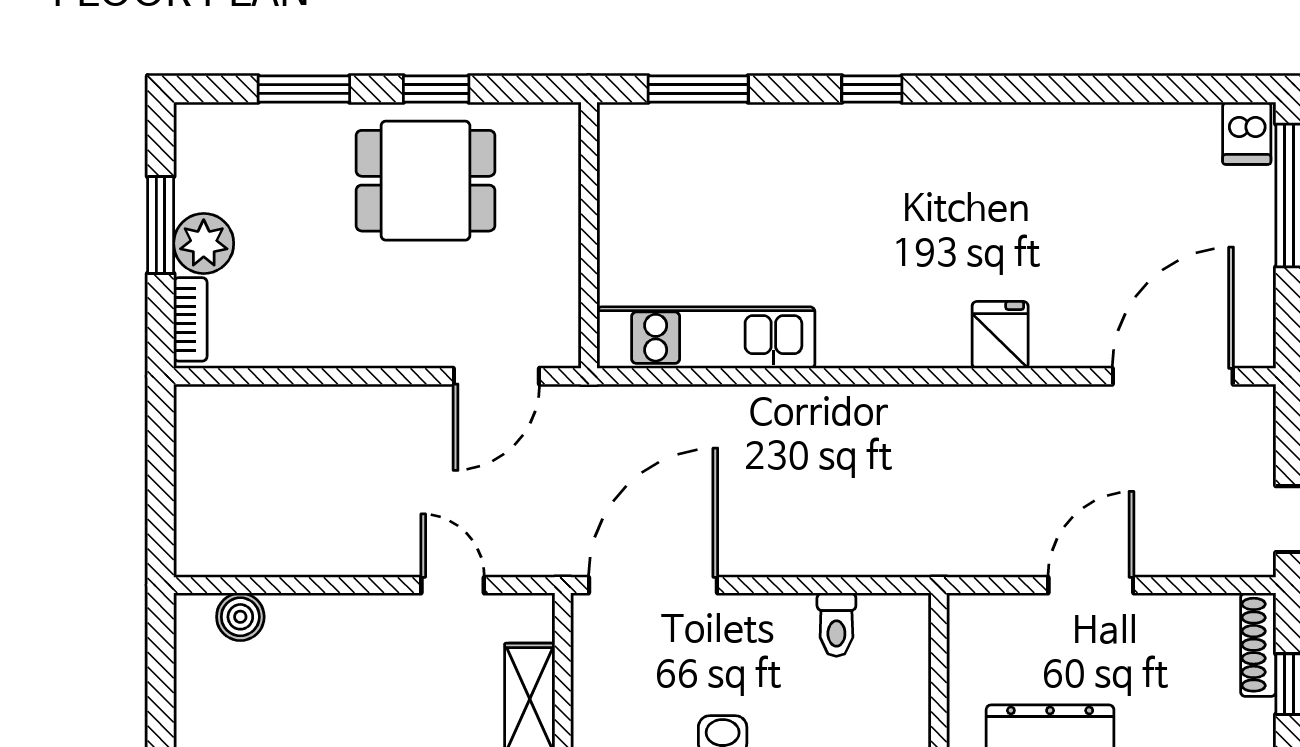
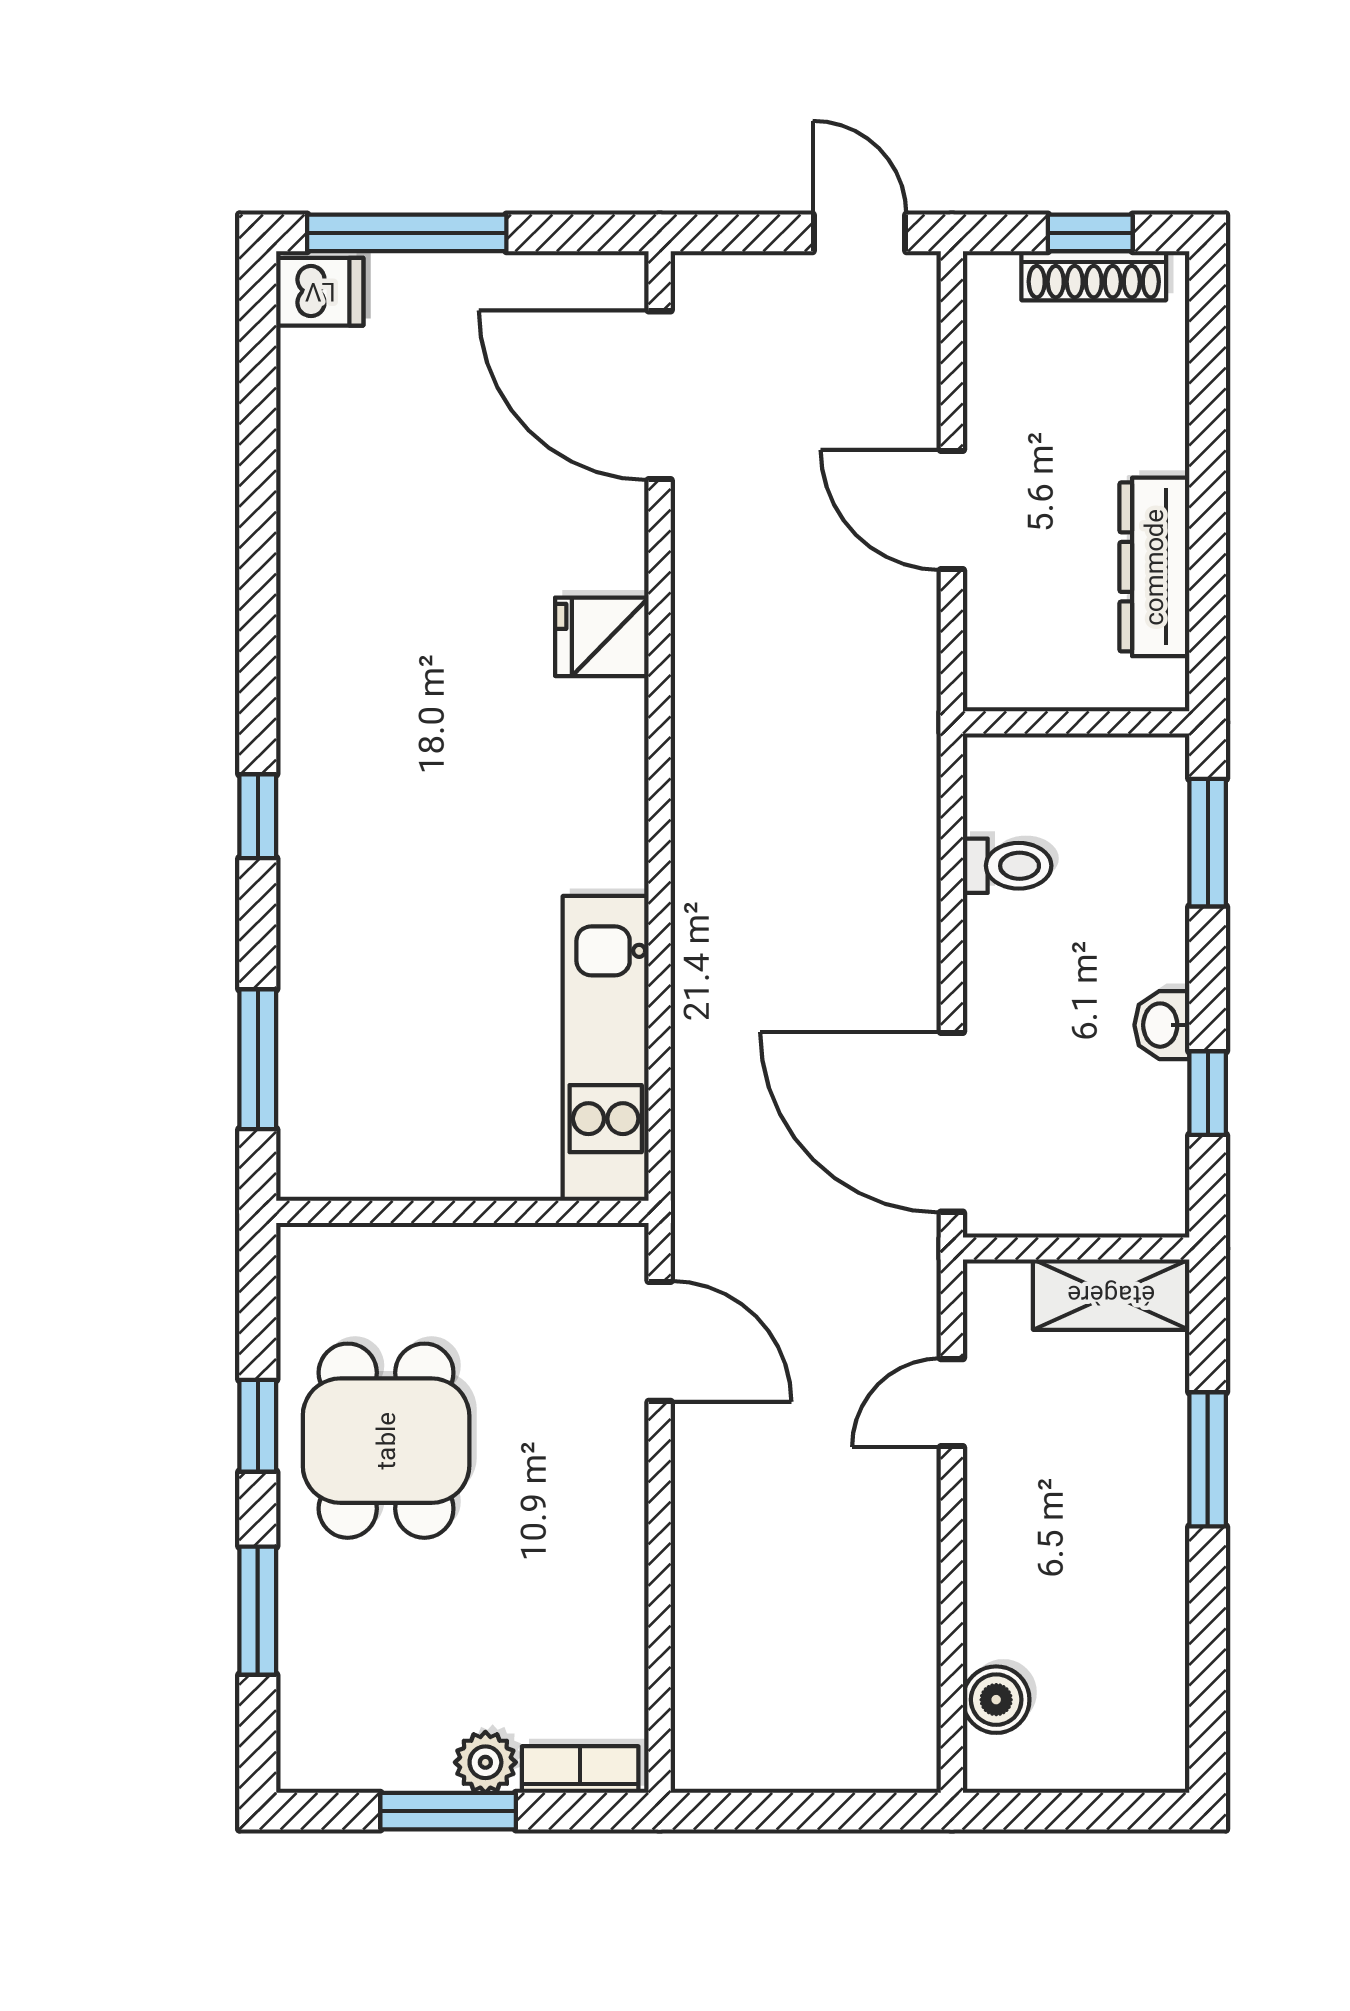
plant: (204, 243) -> (485, 1762), width x0.73, depth x0.73
shoe rack: (1258, 645) -> (1094, 276), moved

